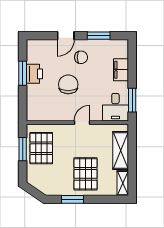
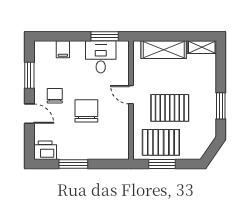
filing cabinet: (121, 70) -> (63, 49), width x0.50
printer: (34, 74) -> (45, 150), moved
chair: (68, 84) -> (86, 111), turned 90
desk: (115, 107) -> (101, 57), moved, turned -90
pallet: (86, 174) -> (170, 108), moved

